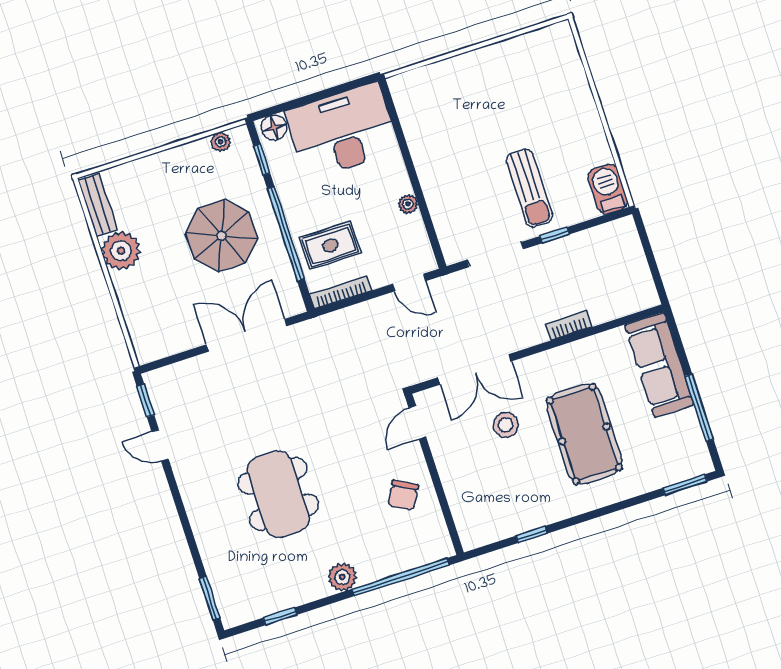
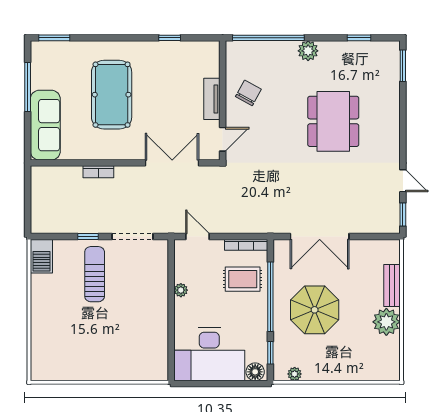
bench: (98, 205) -> (392, 285), moved
stool: (506, 425) -> (163, 118), removed
tv unit: (449, 472) -> (212, 99), added

